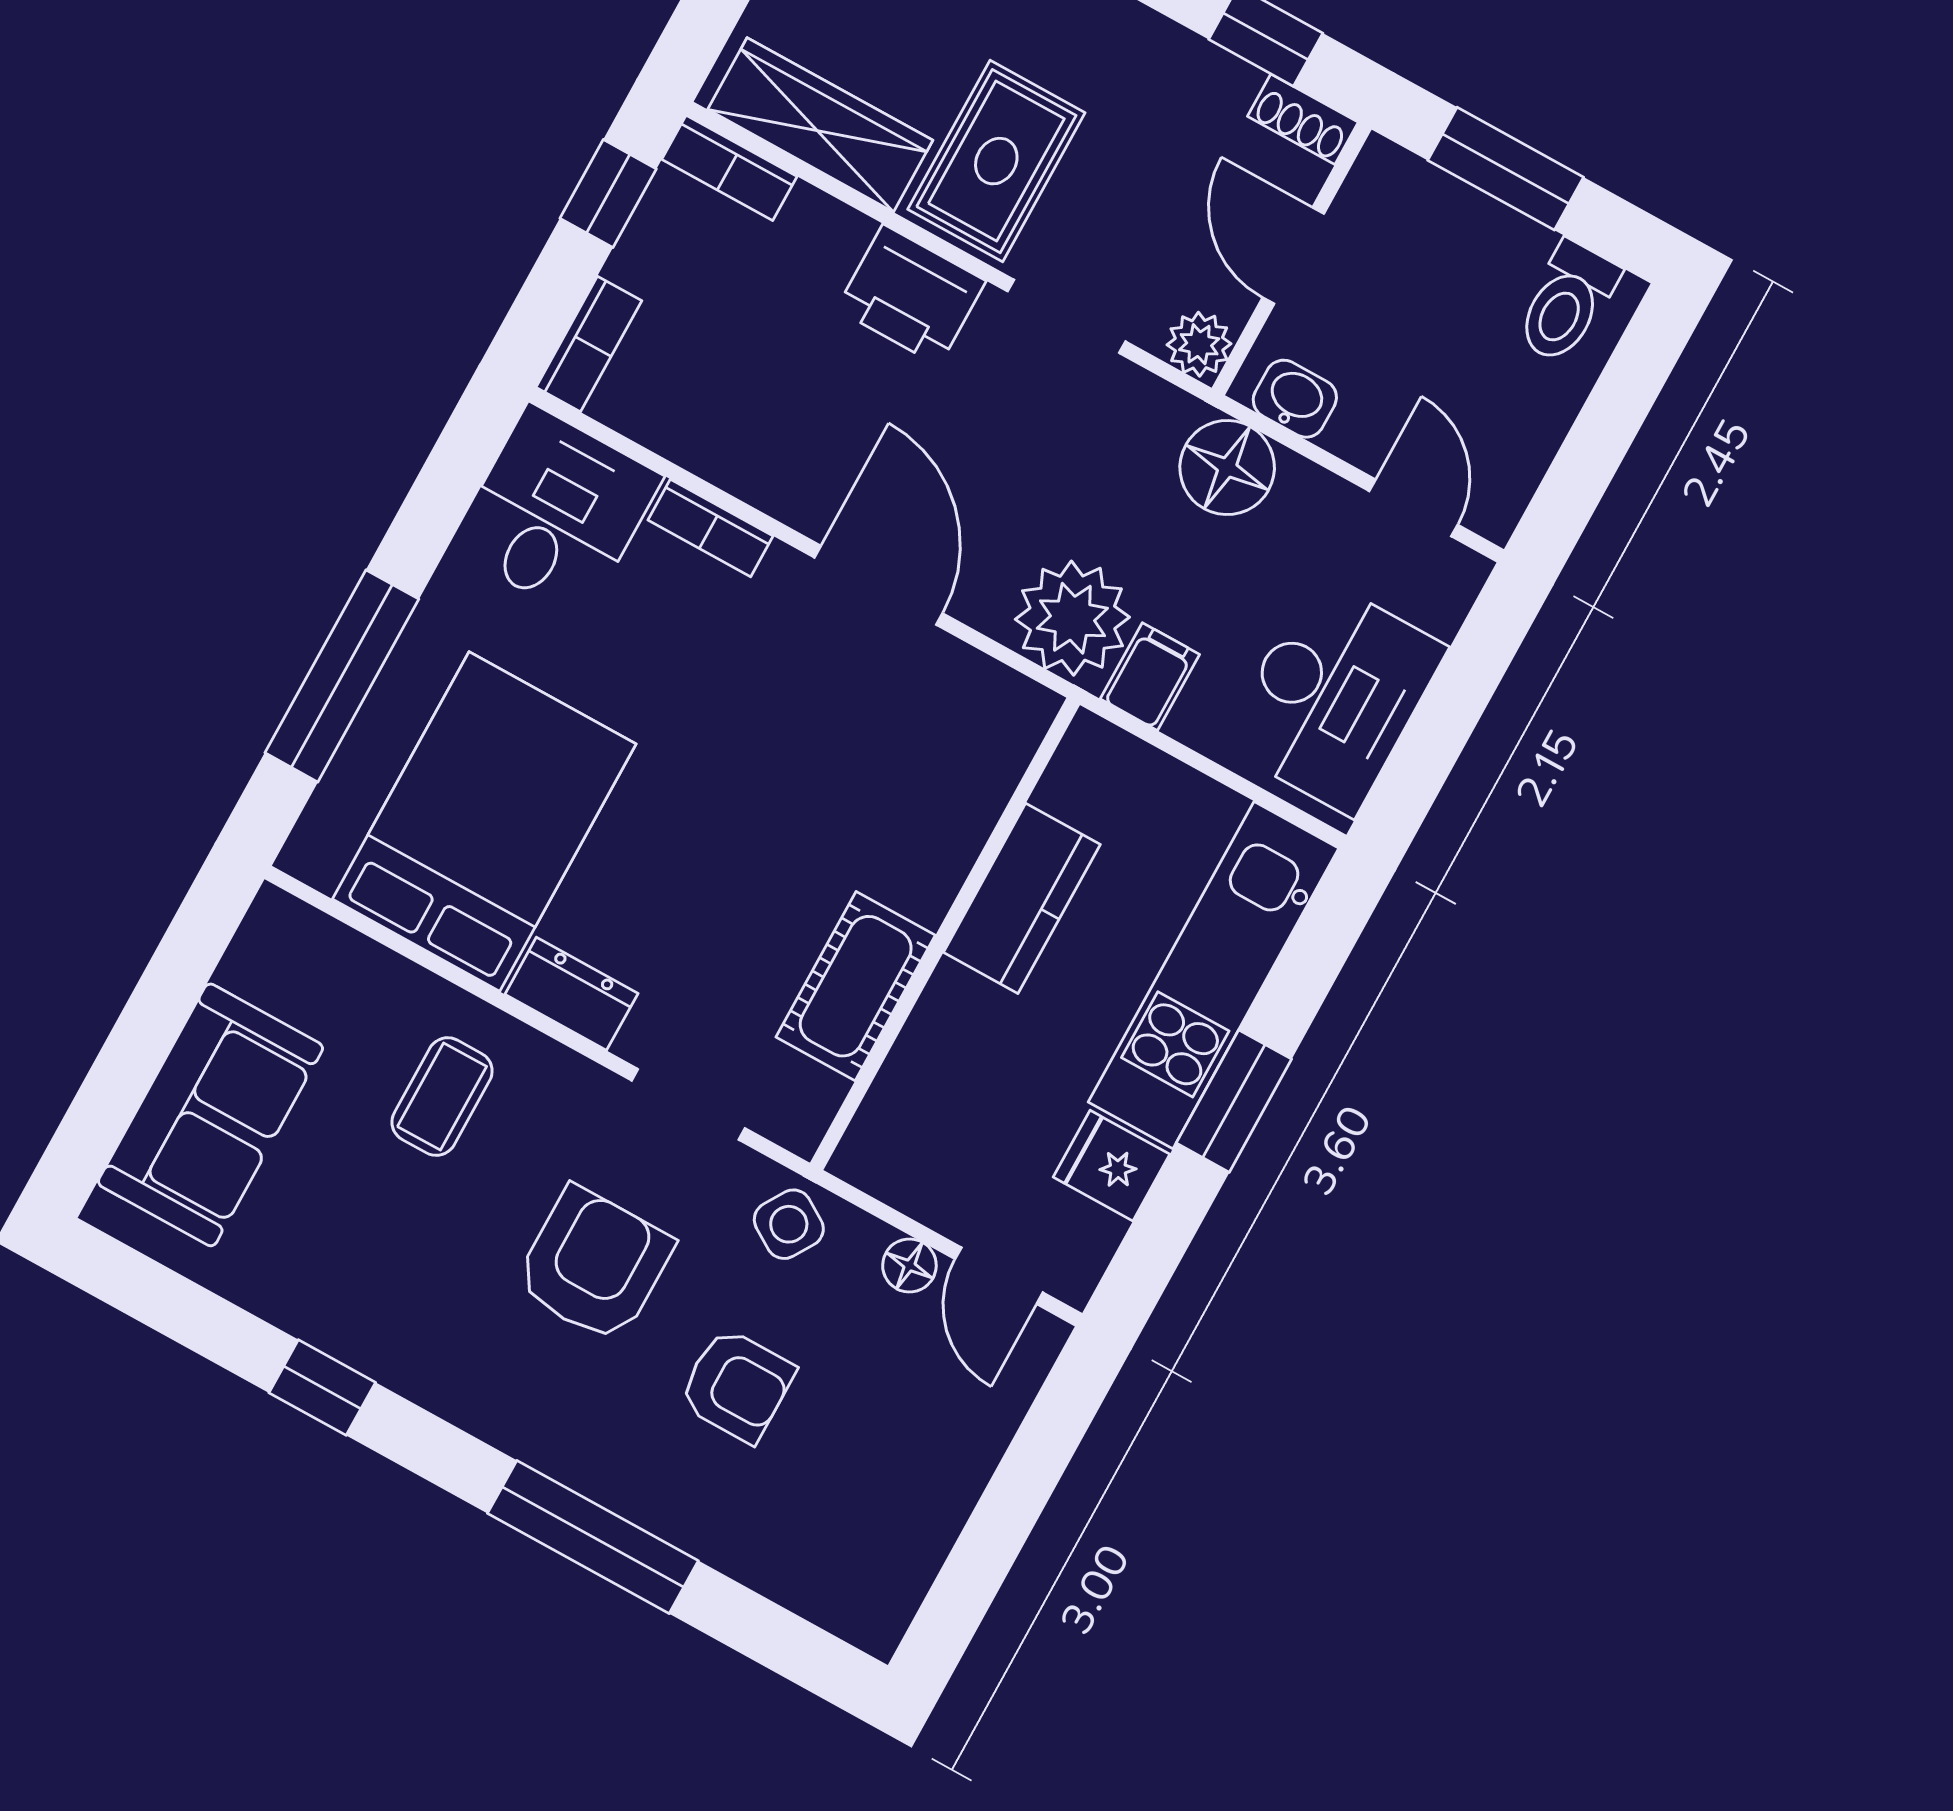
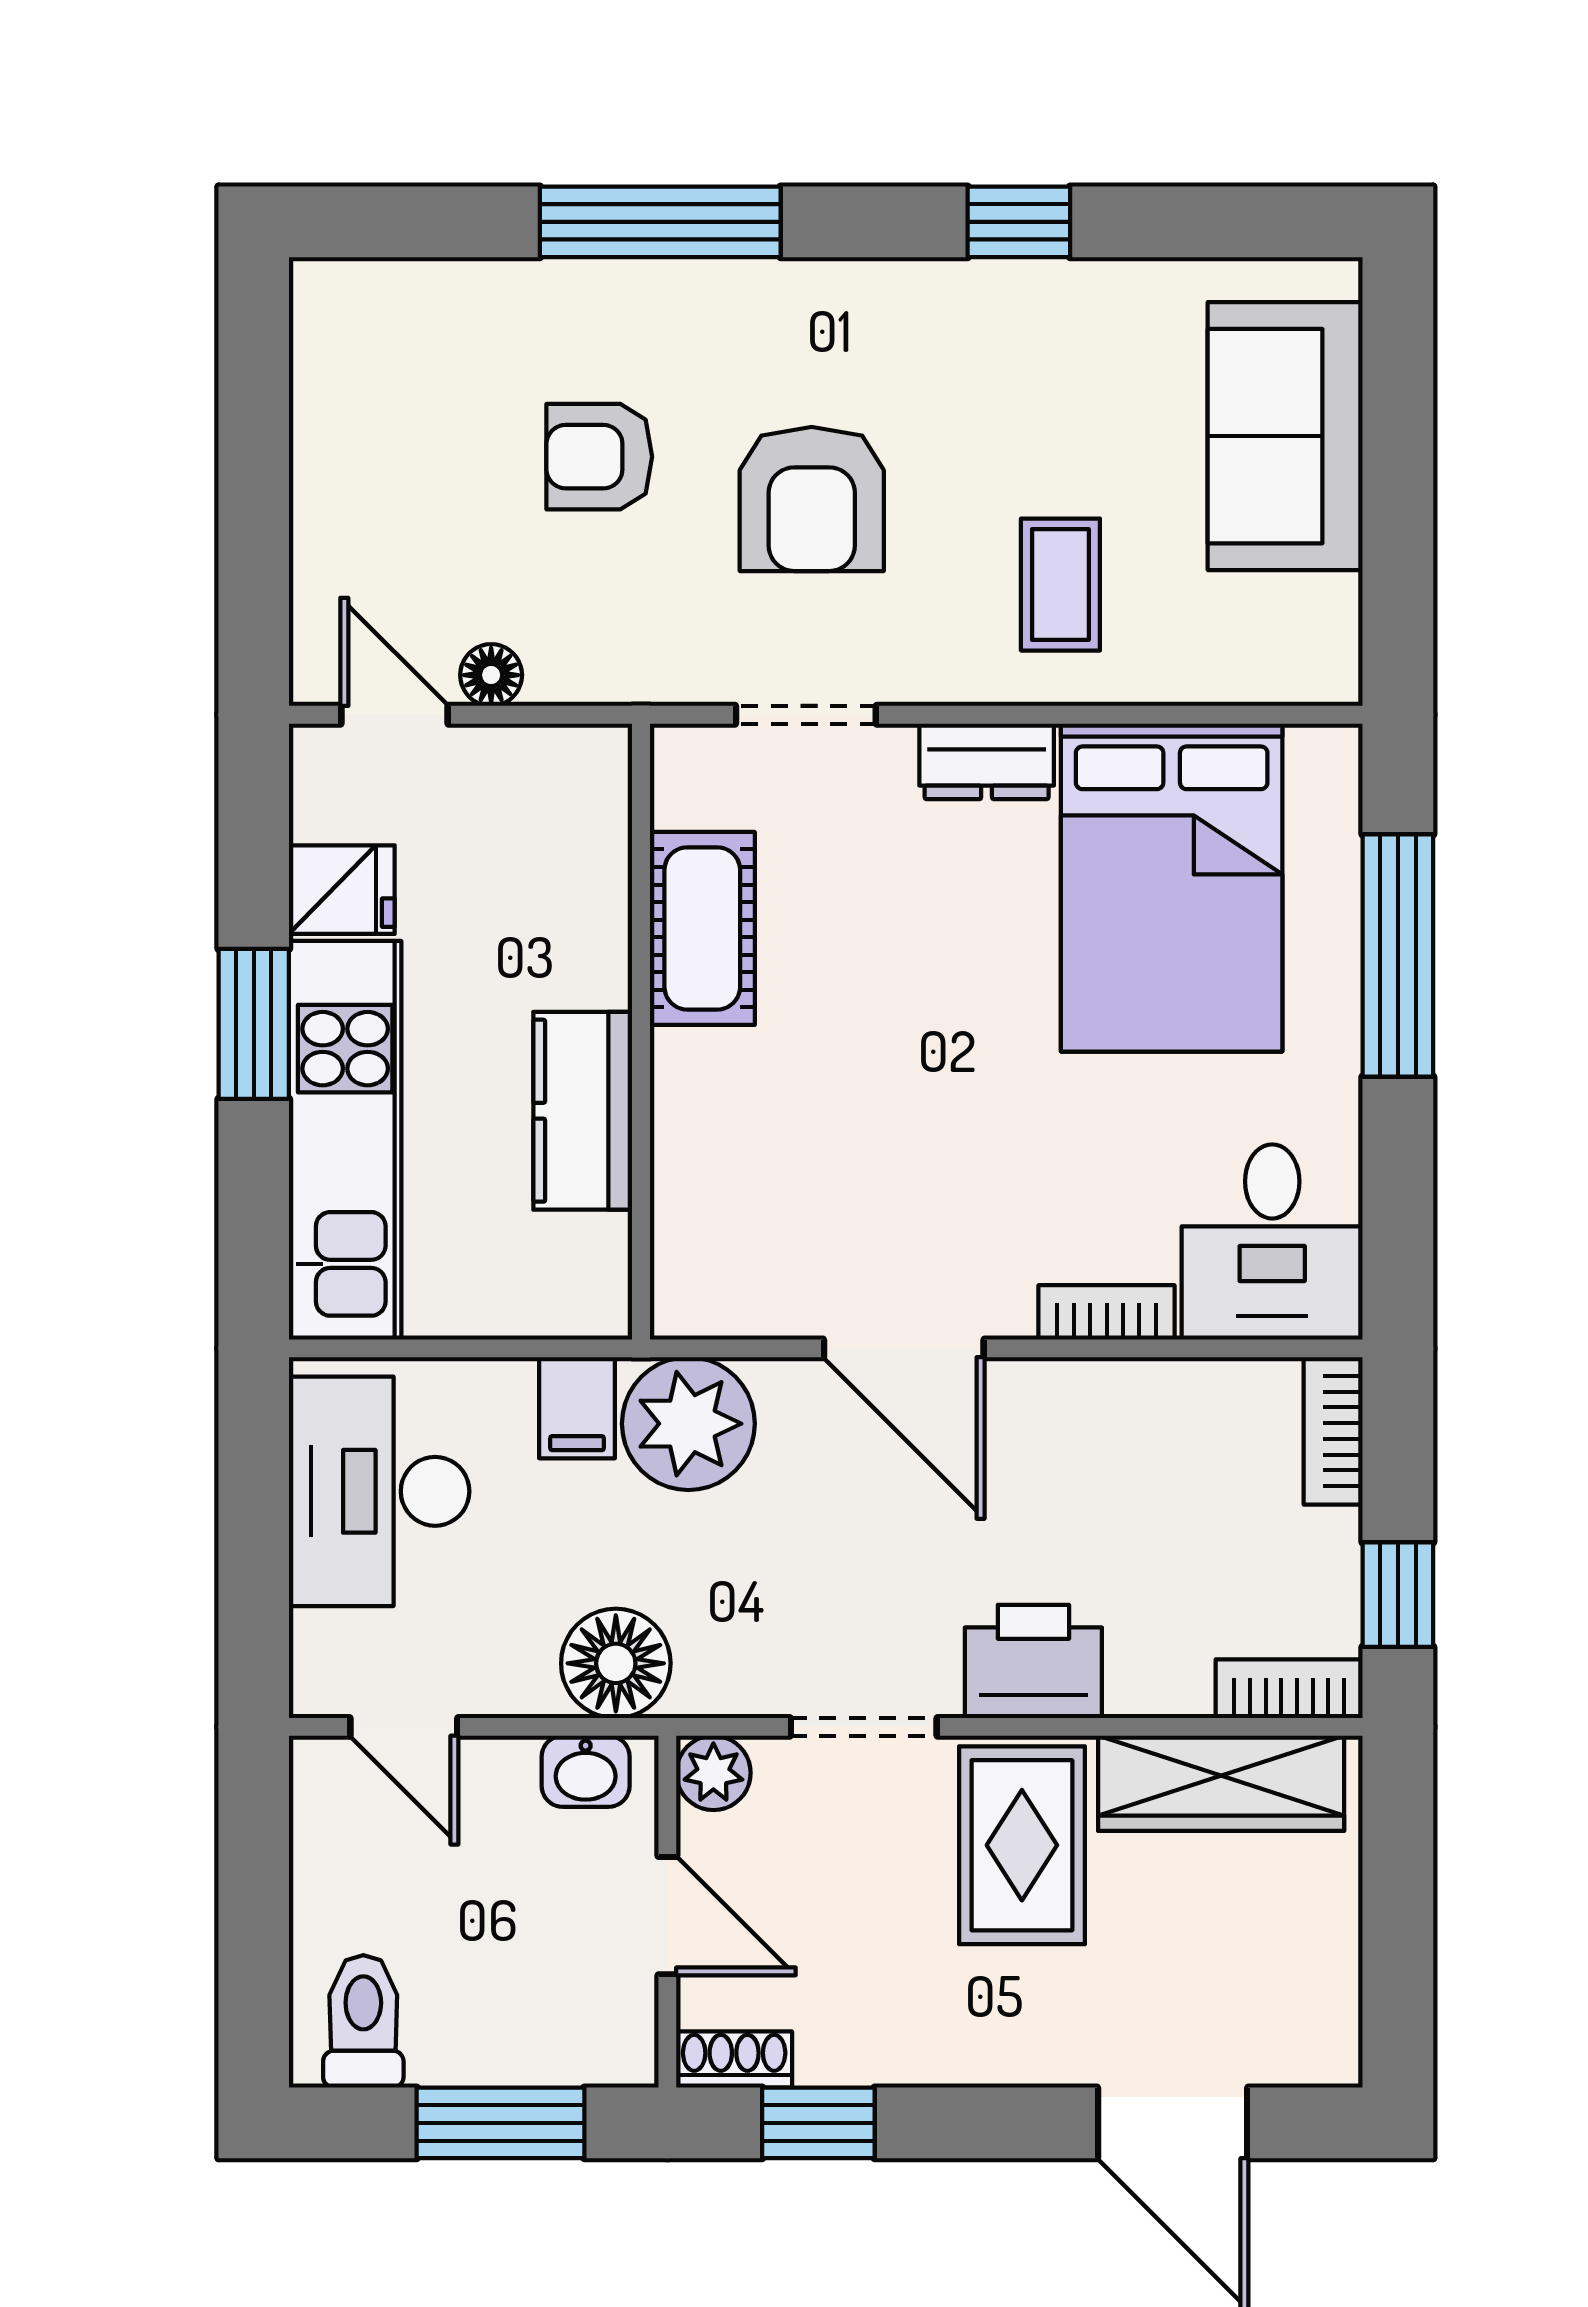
side table: (789, 1224) -> (637, 649), removed

